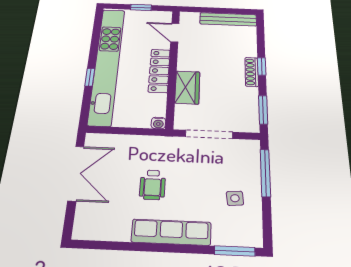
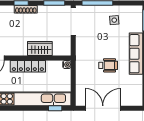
window: (90, 77) -> (55, 108), moved
doorway: (209, 134) -> (73, 22), moved

